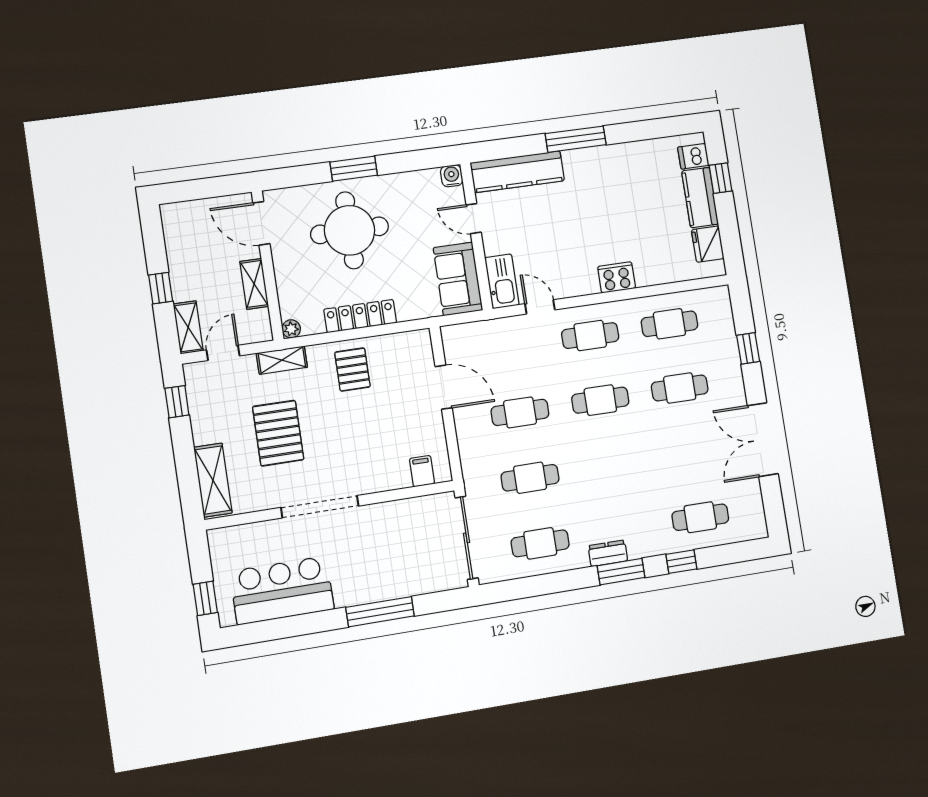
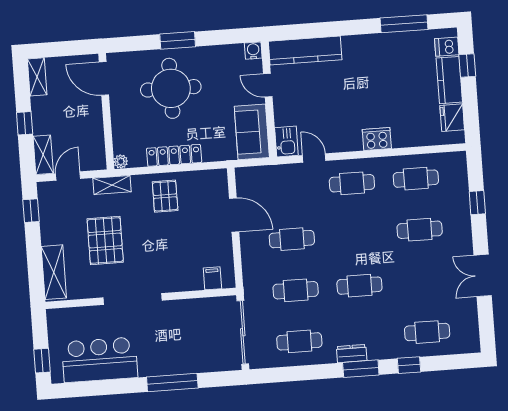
window: (576, 139) -> (404, 24), moved
kitchen sink: (502, 281) -> (286, 142), width x0.73
shelving: (254, 284) -> (37, 77), moved
cafe table: (600, 400) -> (359, 286), moved
double door: (763, 440) -> (483, 275), width x0.73

